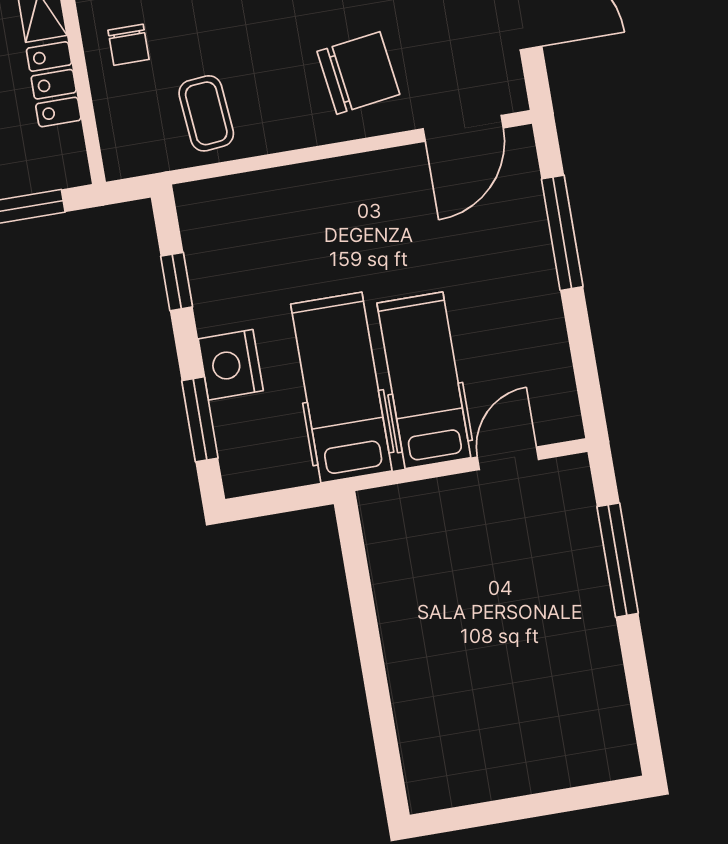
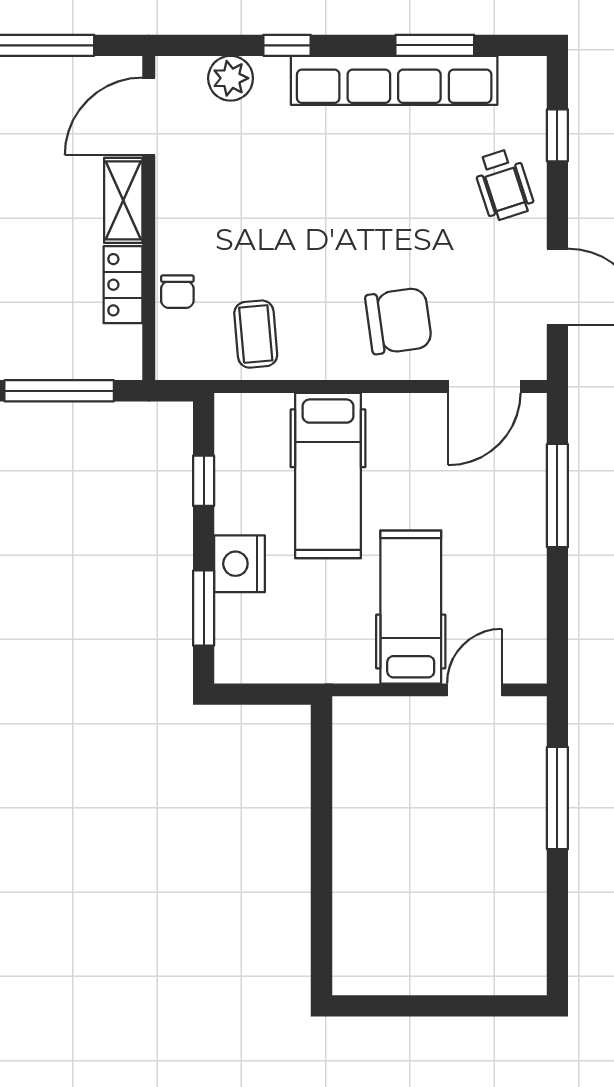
chair: (129, 45) -> (177, 292), moved
hospital bed: (341, 387) -> (328, 476), moved, turned 180

